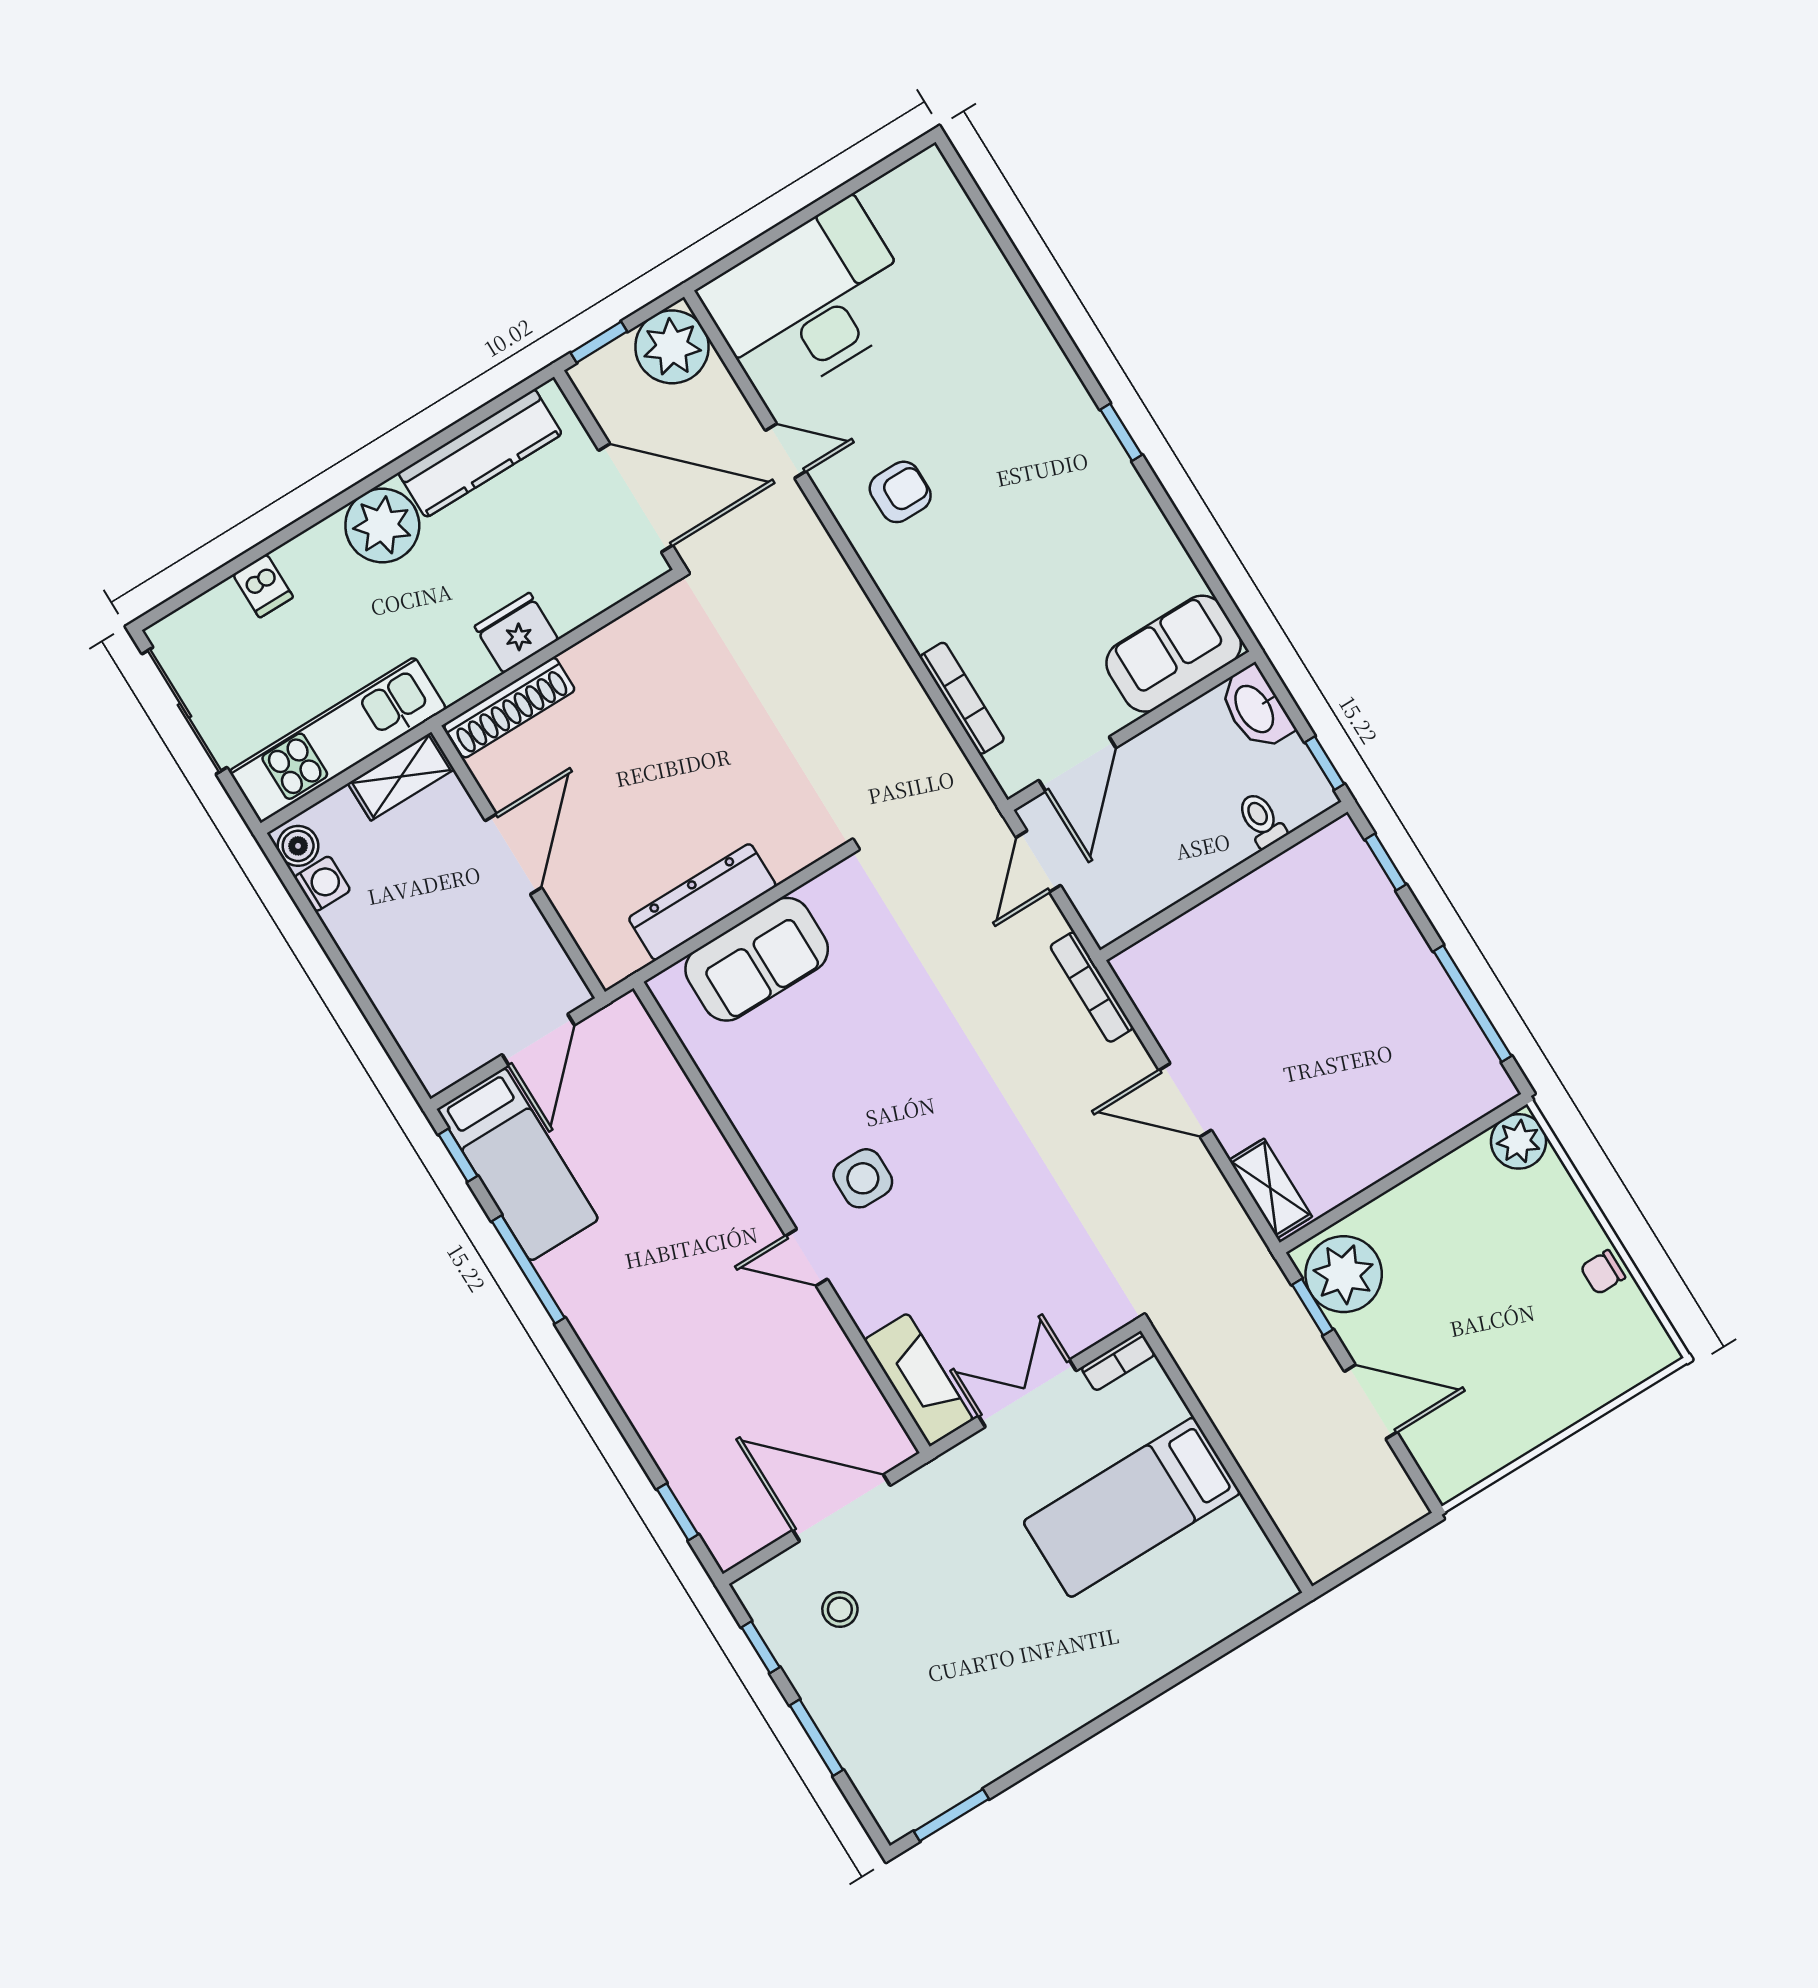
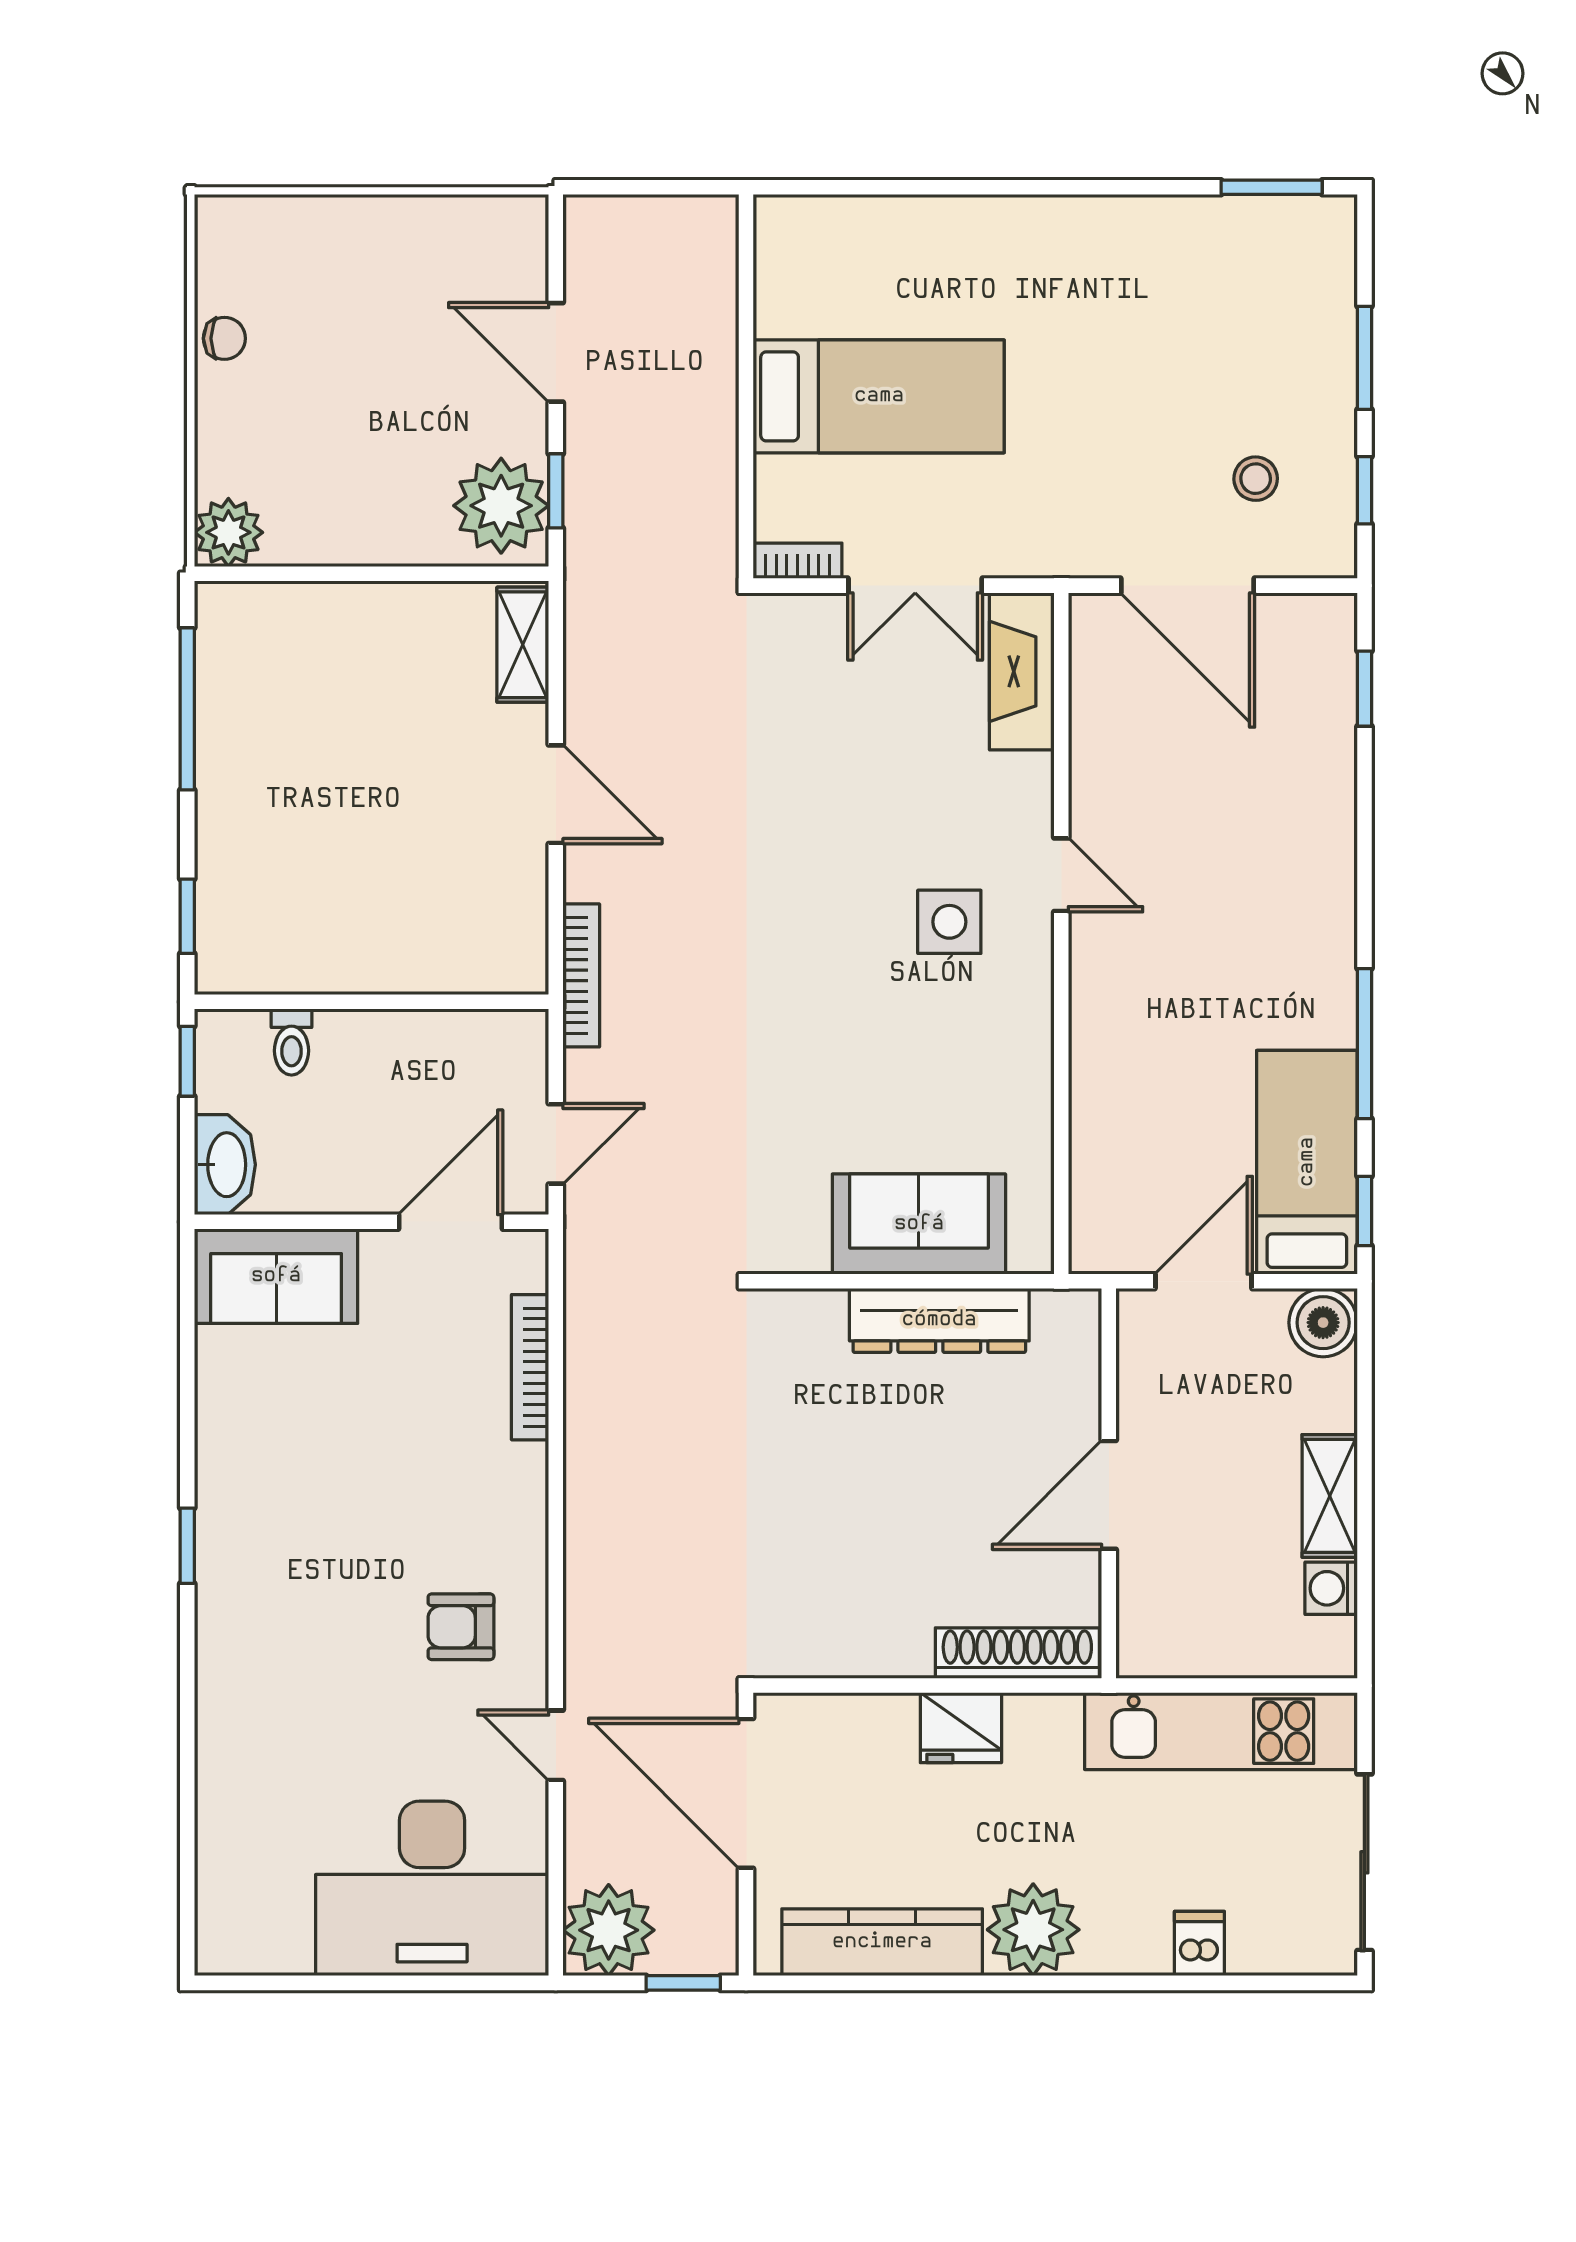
shelving: (401, 776) -> (1330, 1496), moved, turned 90
boiler: (298, 846) -> (1323, 1323), moved, width x1.36, depth x1.36

